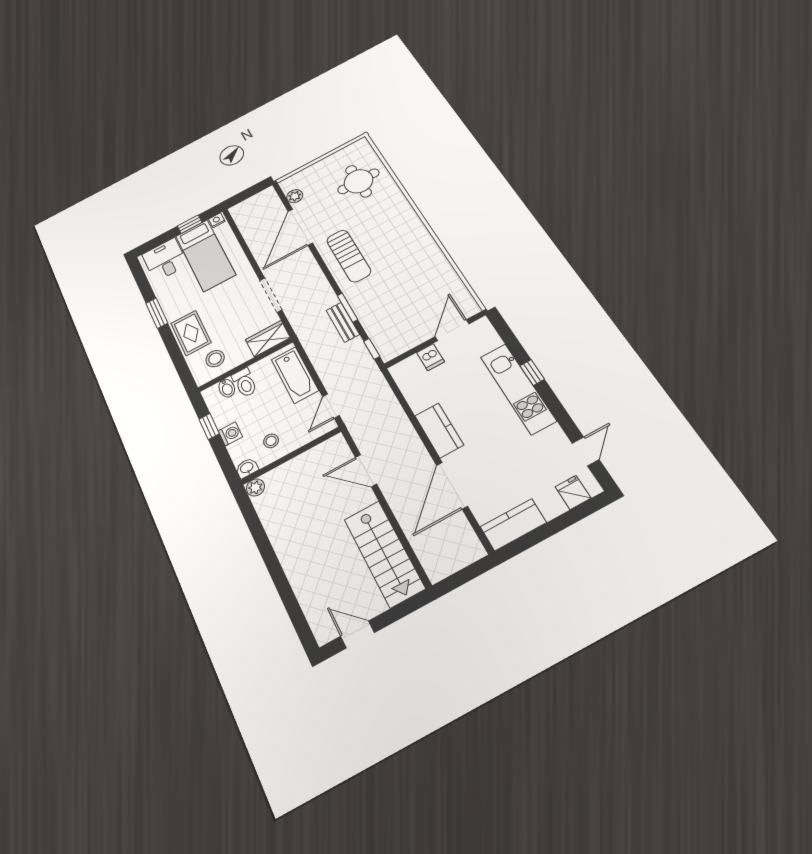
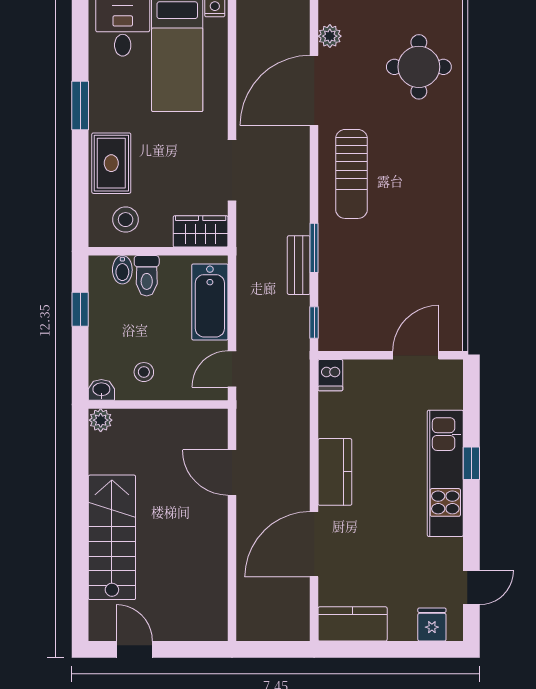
dishwasher: (431, 357) -> (330, 375), moved
washing machine: (230, 434) -> (101, 334), removed
stairs: (384, 554) -> (112, 537), moved, turned 180

